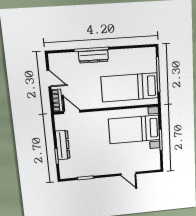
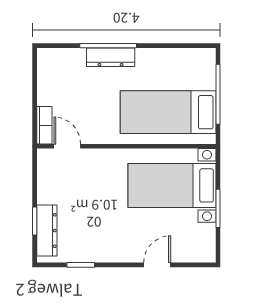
door: (49, 79) -> (35, 88), removed
dresser: (63, 145) -> (47, 231), moved
door: (128, 174) -> (157, 265), swing flipped

